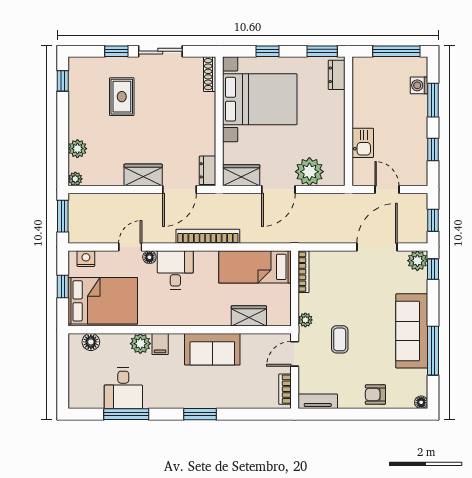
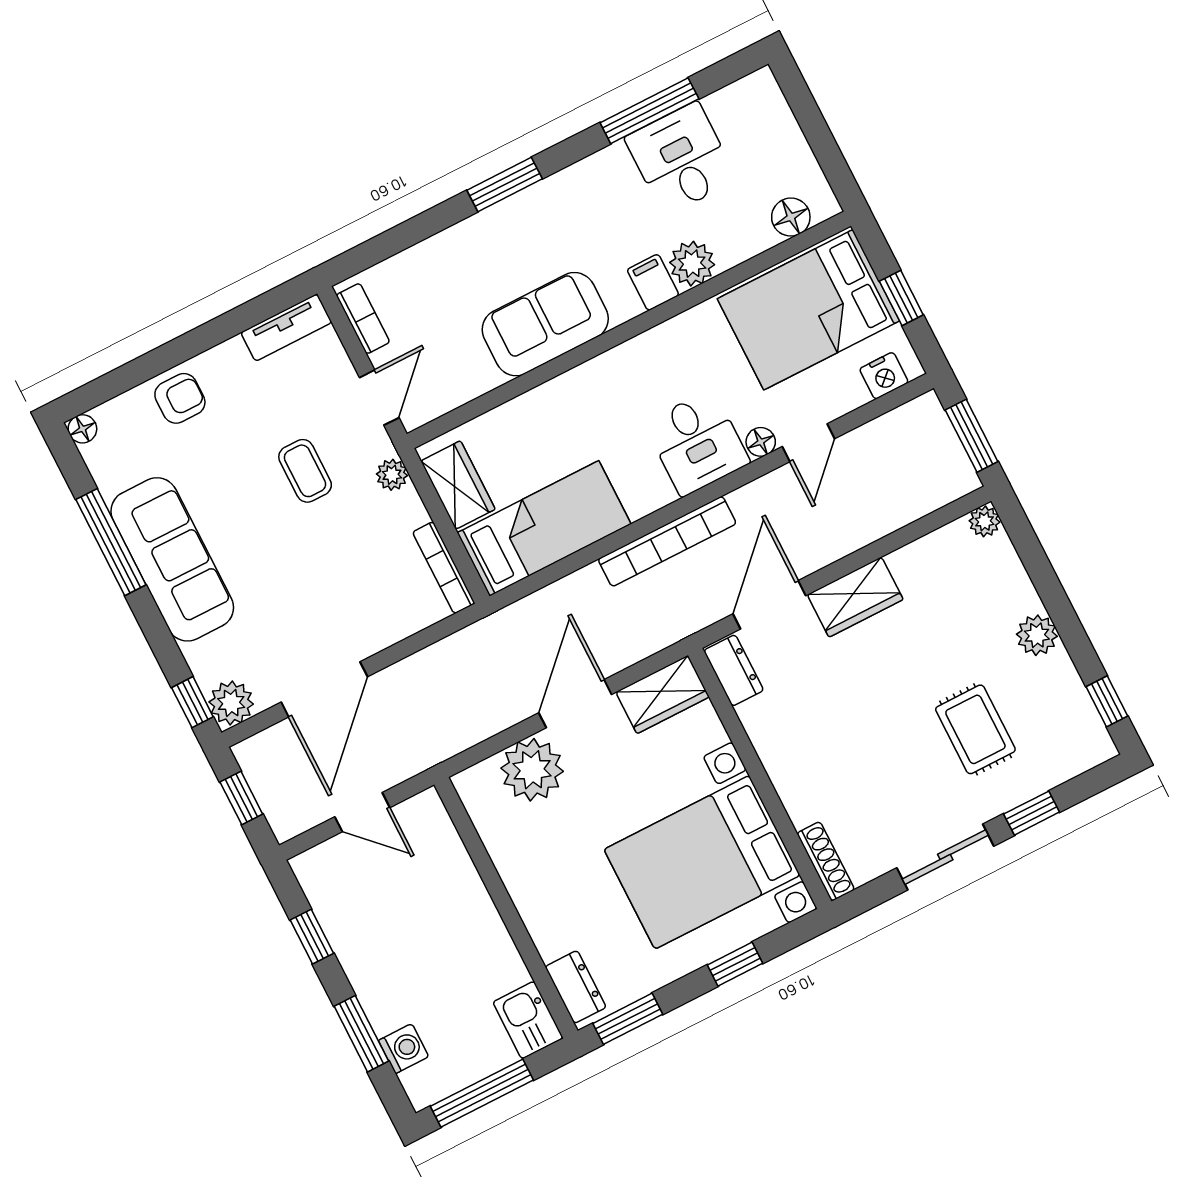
kitchen sink: (363, 143) -> (528, 1020), moved
plant: (77, 149) -> (1037, 635), moved
wardrobe: (249, 316) -> (458, 485), moved, turned -90

